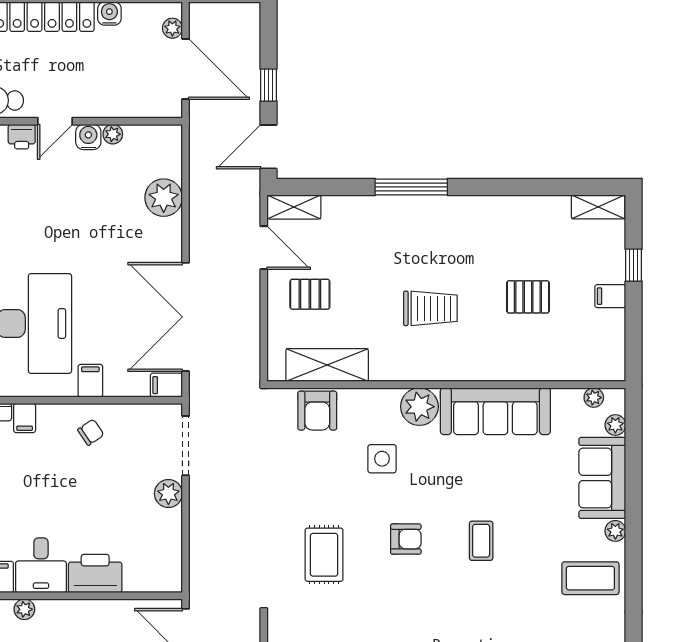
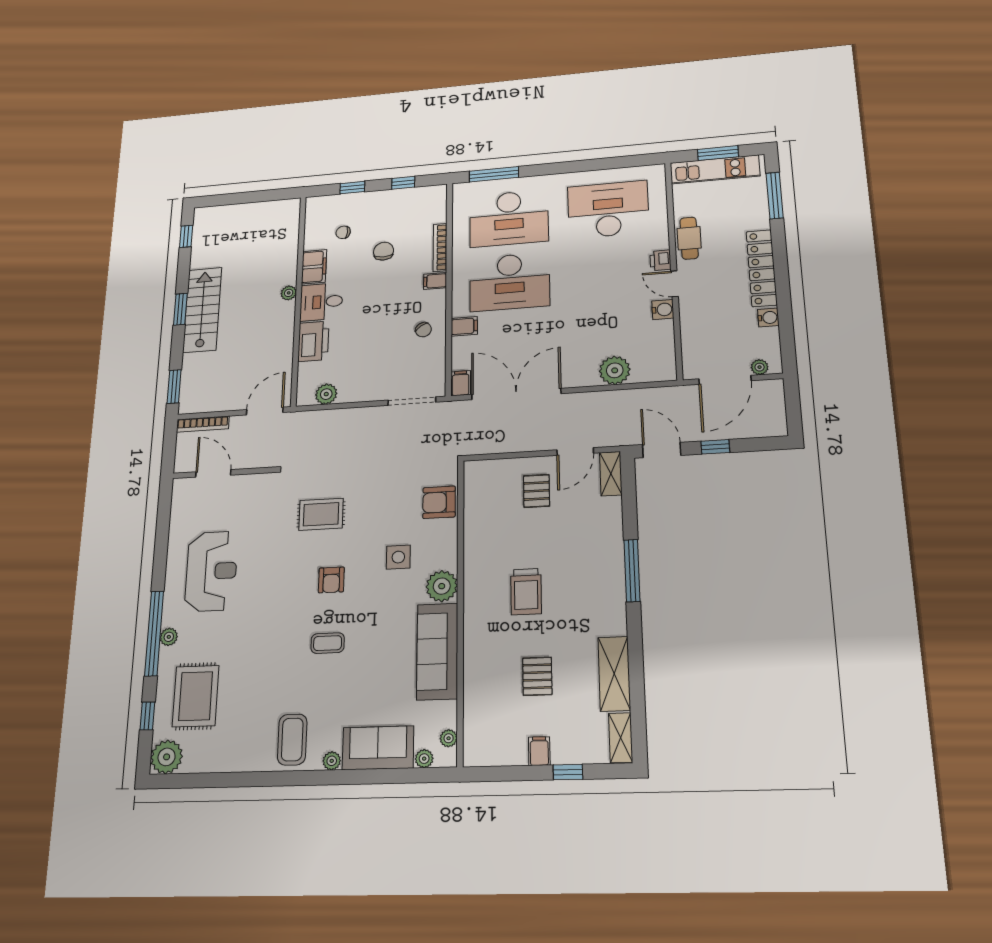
plant: (113, 134) -> (666, 328), removed
shelving: (327, 365) -> (614, 674), moved
plant: (168, 494) -> (326, 394), moved

